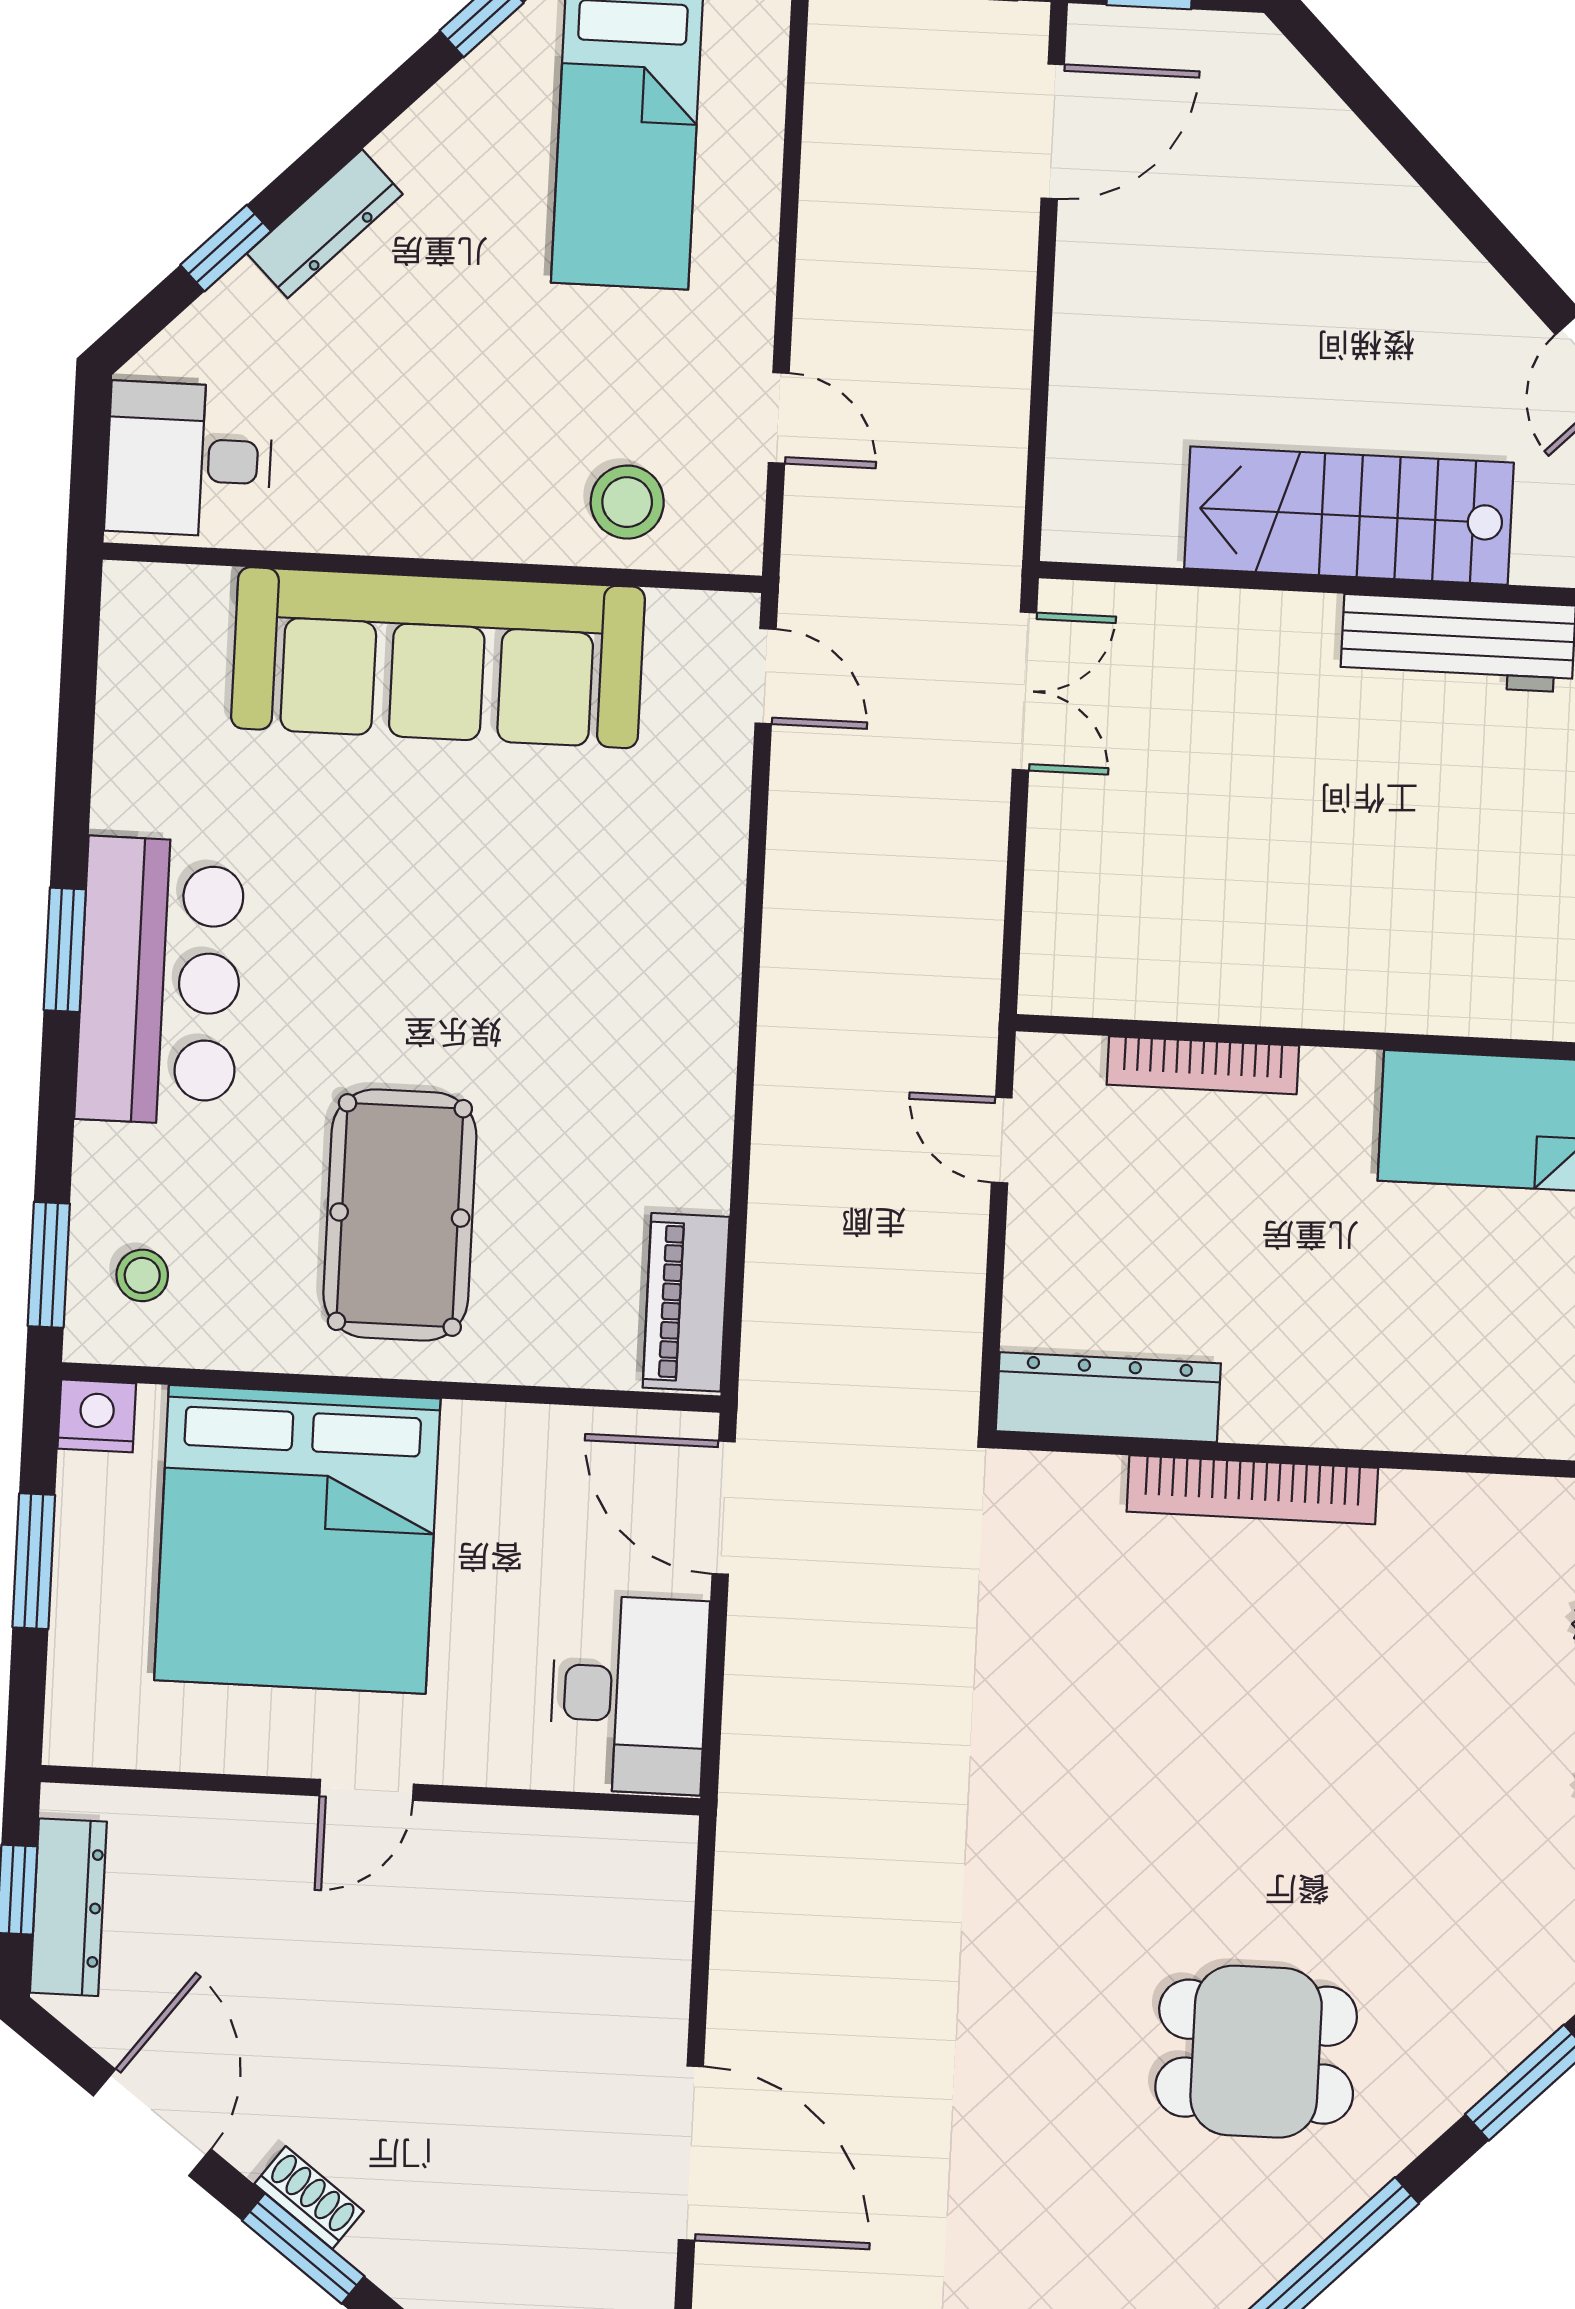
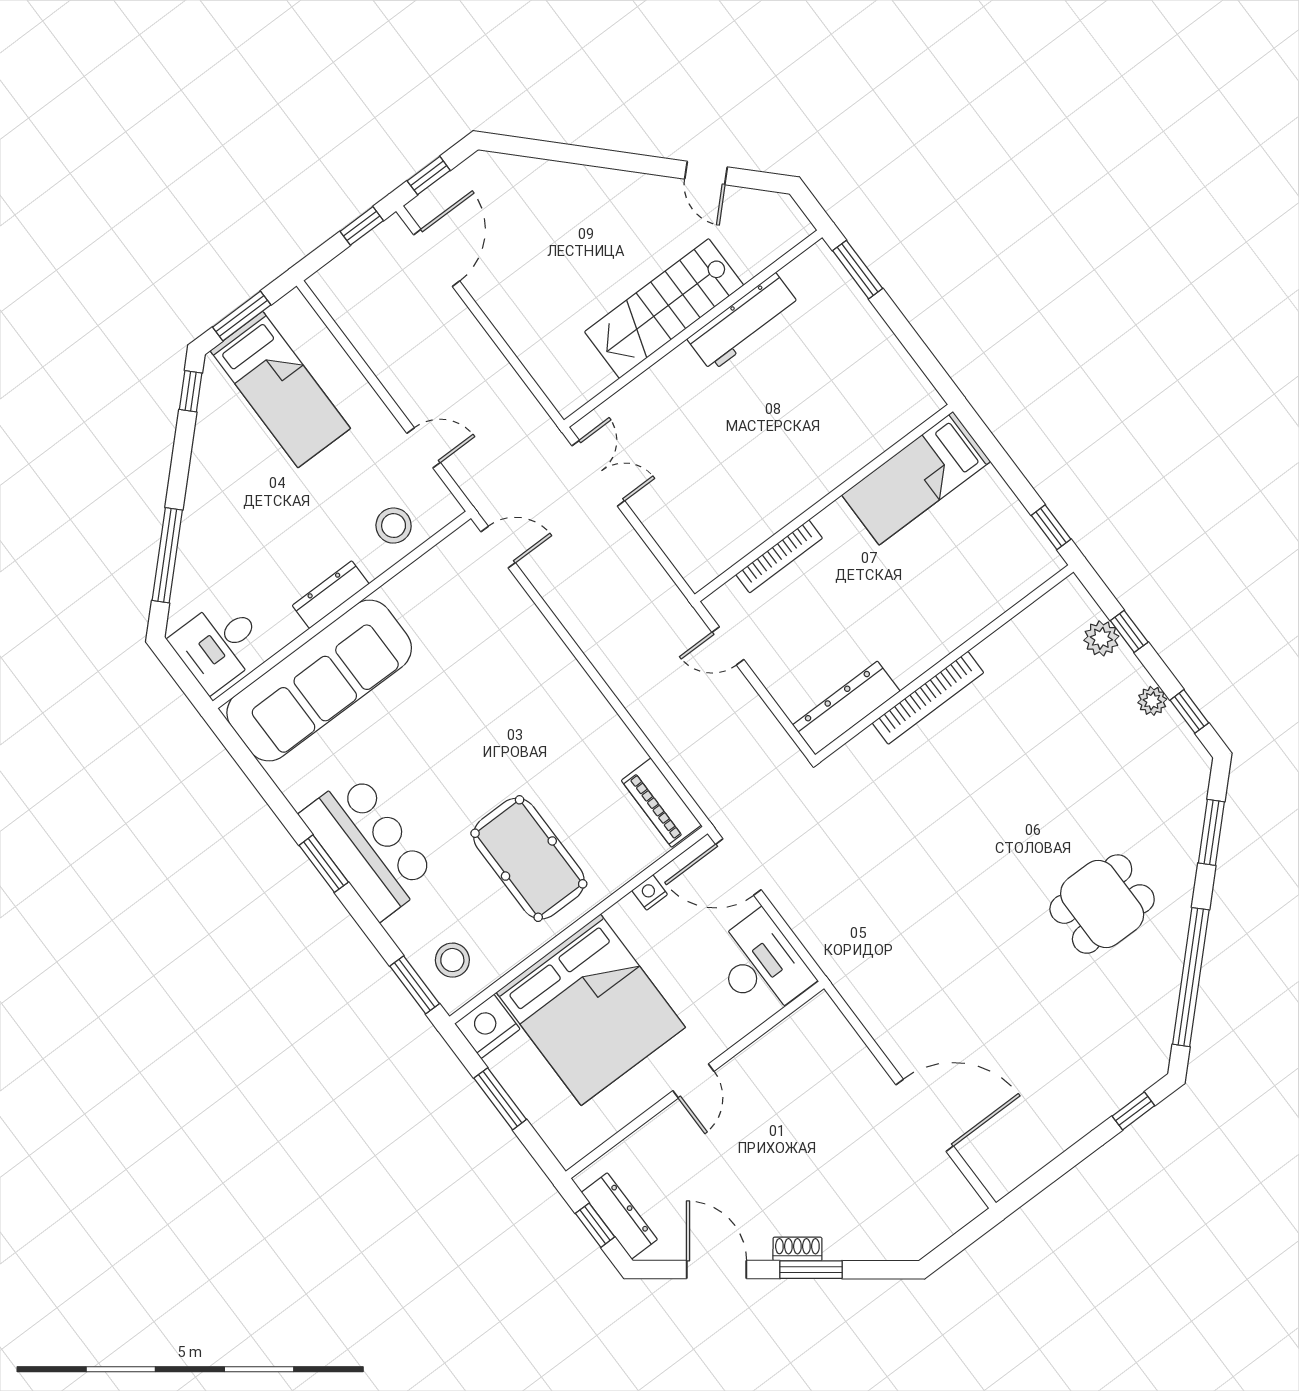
dresser: (325, 224) -> (331, 595), moved, turned -135
window: (226, 248) -> (167, 555), width x2.17
sofa: (438, 658) -> (319, 680), moved
stool: (142, 1275) -> (452, 960), width x1.37, depth x1.37
nightstand: (97, 1416) -> (487, 1026), width x1.36, depth x1.33
nightstand: (548, 1430) -> (650, 892), added

